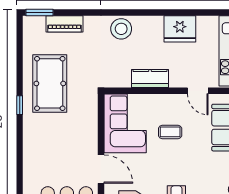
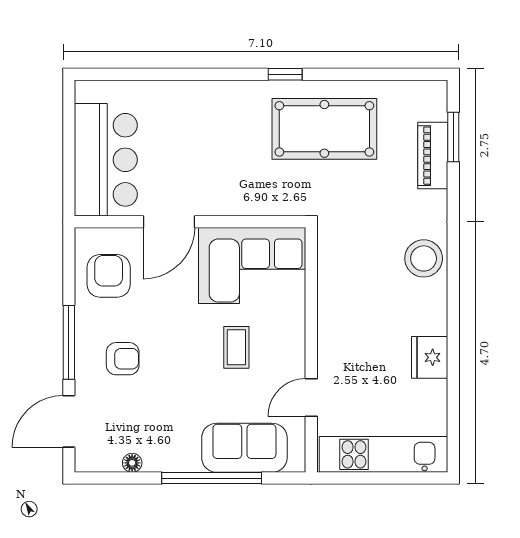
window: (40, 13) -> (453, 137), moved
fridge: (180, 29) -> (430, 357), width x0.73, depth x0.75
kitchen counter: (150, 79) -> (333, 311), removed

